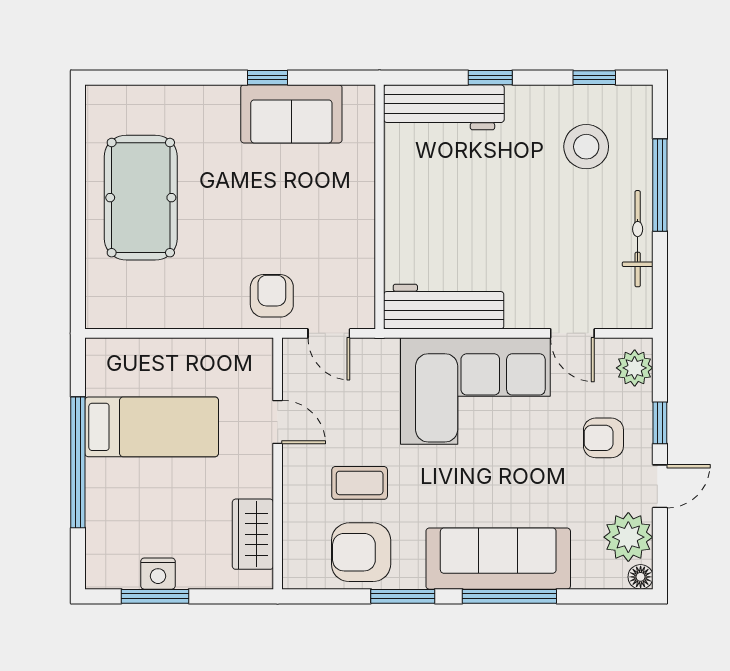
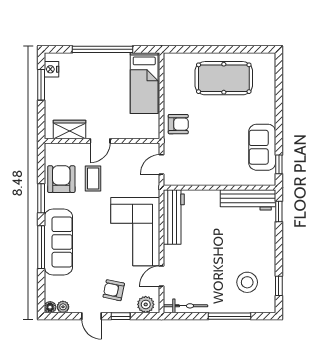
window: (267, 78) -> (279, 164), moved
window: (490, 78) -> (279, 212), moved
workbench: (444, 107) -> (248, 200), moved, turned -90
bicycle: (638, 239) -> (186, 306), moved
armchair: (272, 296) -> (178, 124), moved
door: (278, 422) -> (100, 141), moved
bed: (152, 427) -> (144, 83), moved
armchair: (603, 438) -> (114, 290), turned -78
plant: (628, 537) -> (63, 307), width x0.53, depth x0.53
nightstand: (158, 574) -> (52, 69), moved

